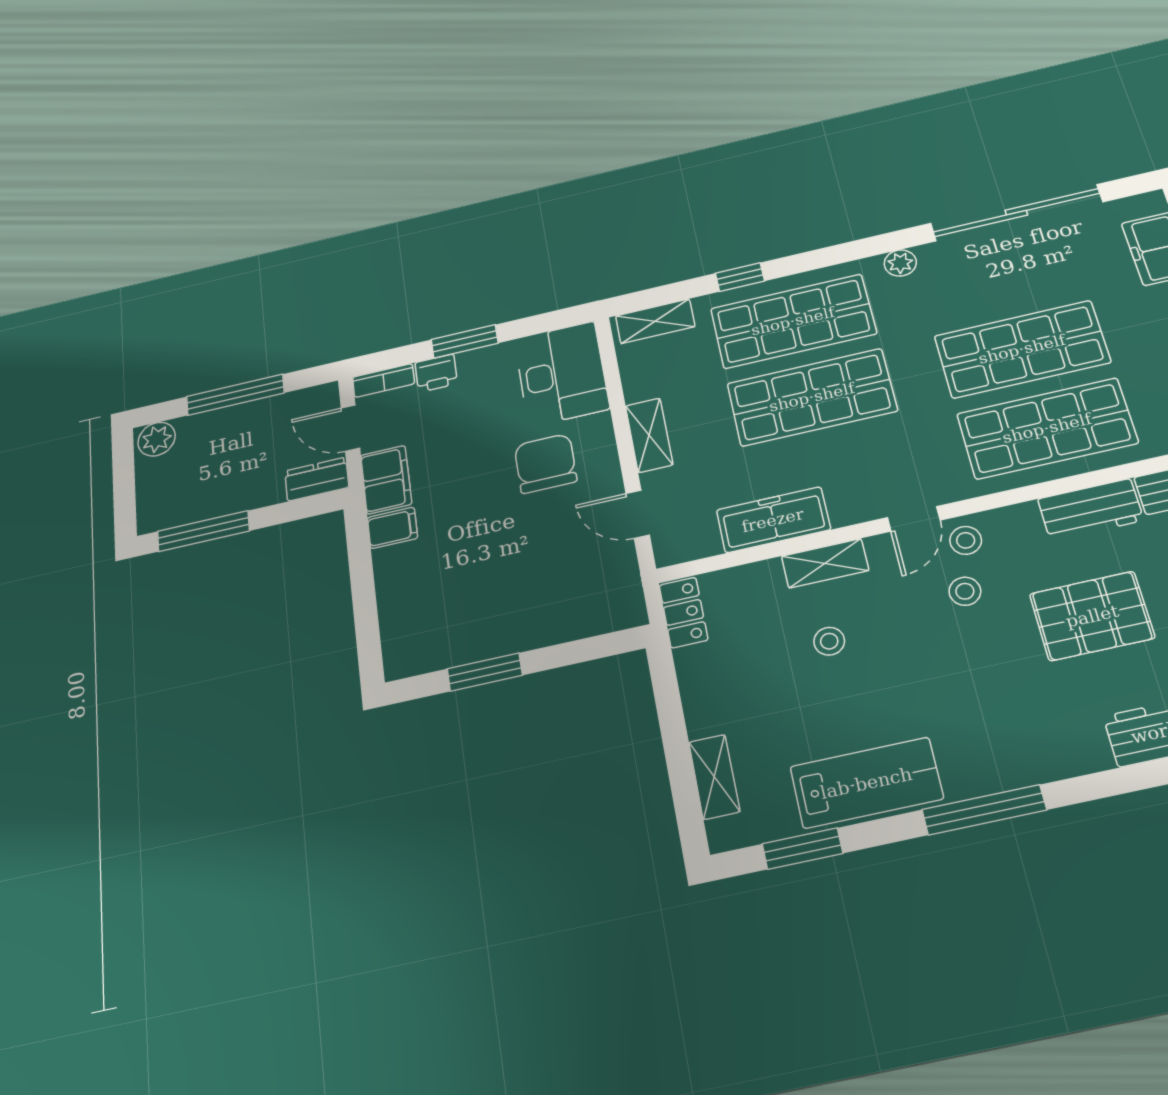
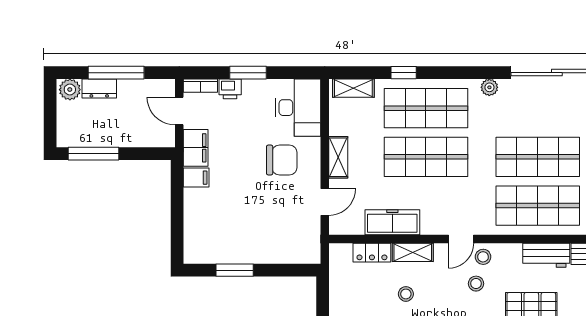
chair: (545, 463) -> (282, 160), turned 90
dresser: (317, 479) -> (99, 88), moved, turned 180
door: (638, 514) -> (325, 202), swing flipped
locker: (683, 612) -> (372, 253), moved, turned 90

